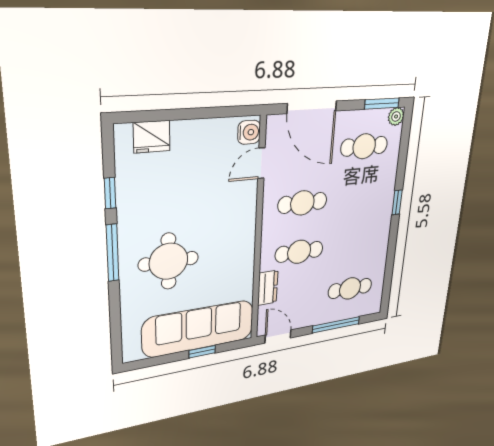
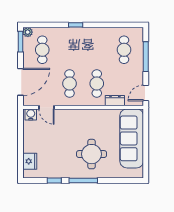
window: (202, 352) -> (146, 136), removed

